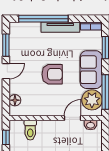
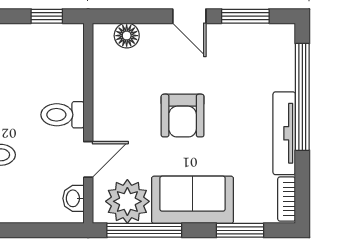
door: (72, 118) -> (88, 159), hinge flipped
toilet: (30, 130) -> (62, 115), moved

